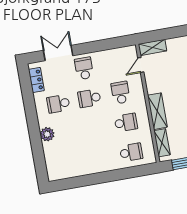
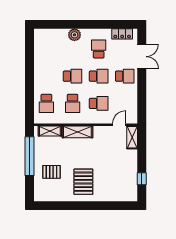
door: (141, 65) -> (119, 125), hinge flipped
school desk: (89, 98) -> (99, 76), turned 90
school desk: (95, 128) -> (73, 76), added

